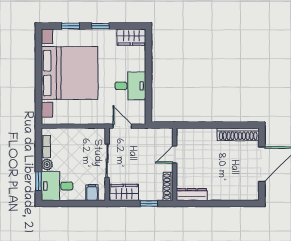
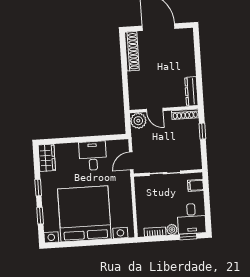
plant: (164, 136) -> (138, 121), added
wardrobe: (124, 192) -> (193, 155), removed

